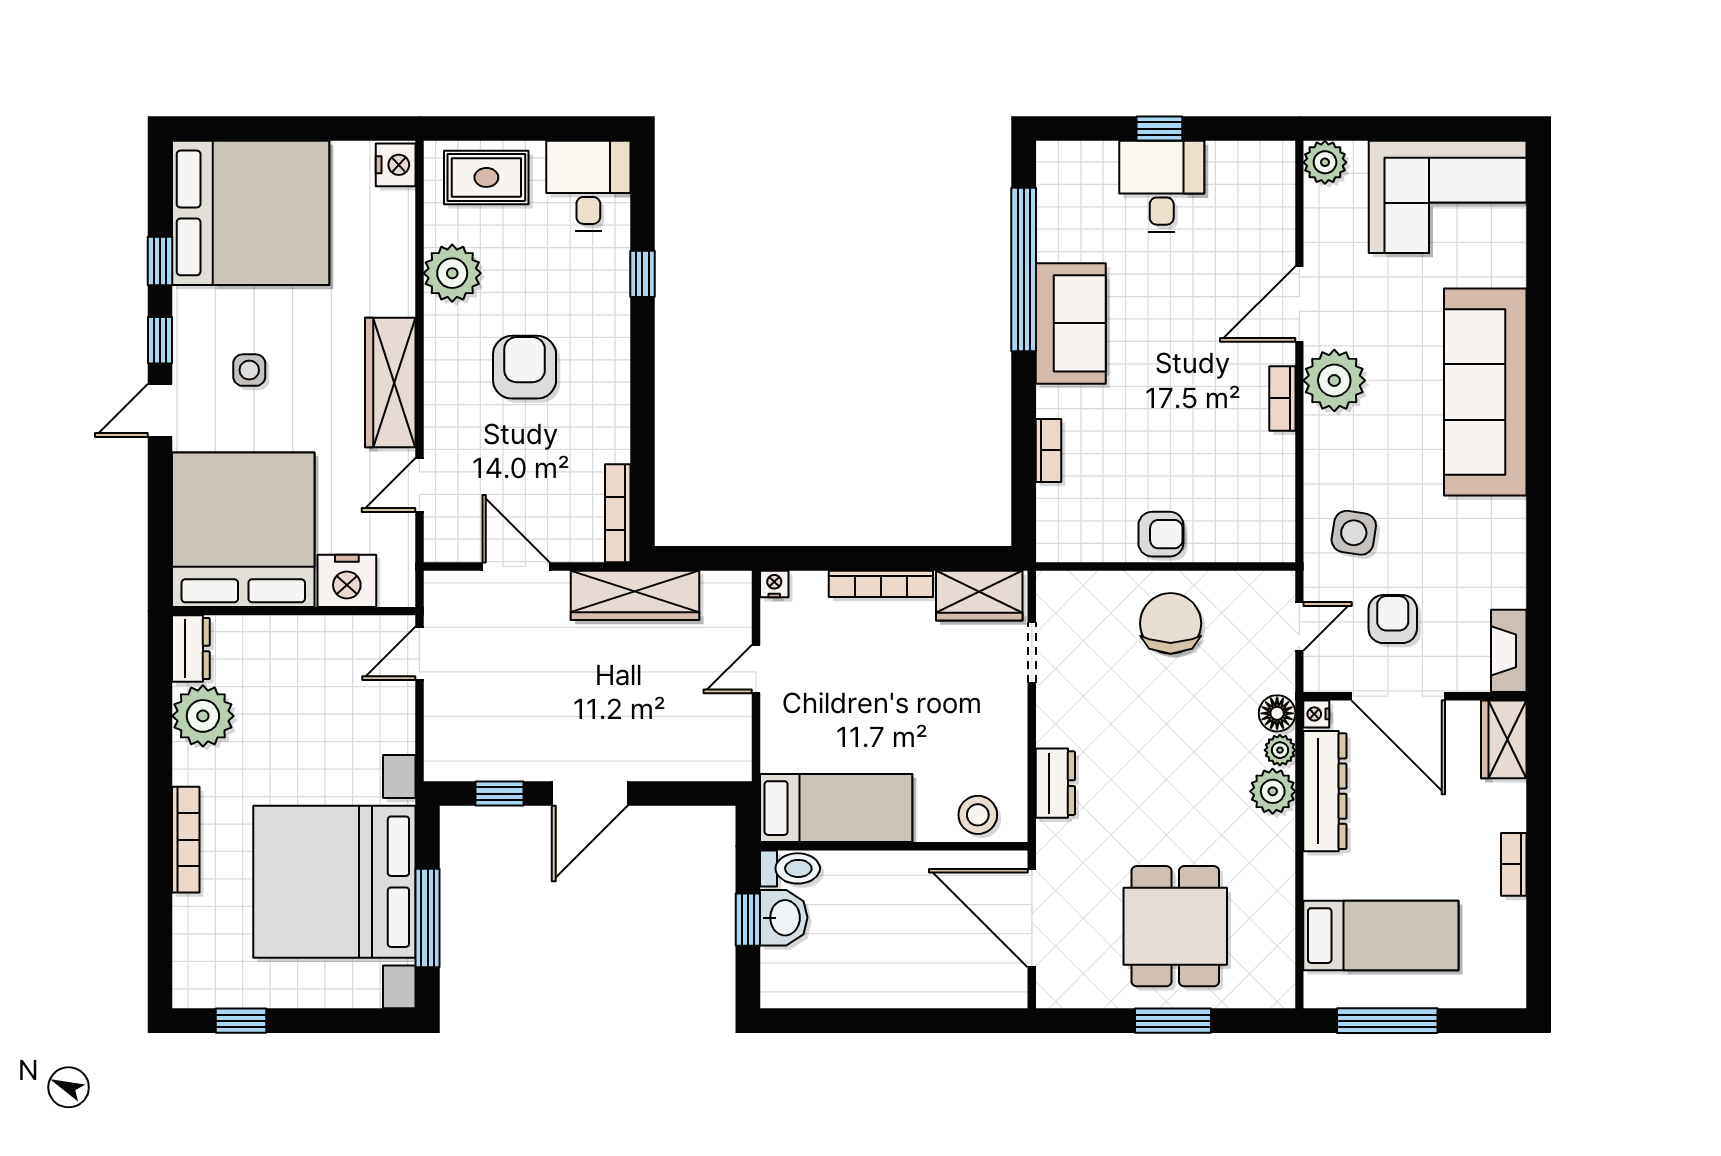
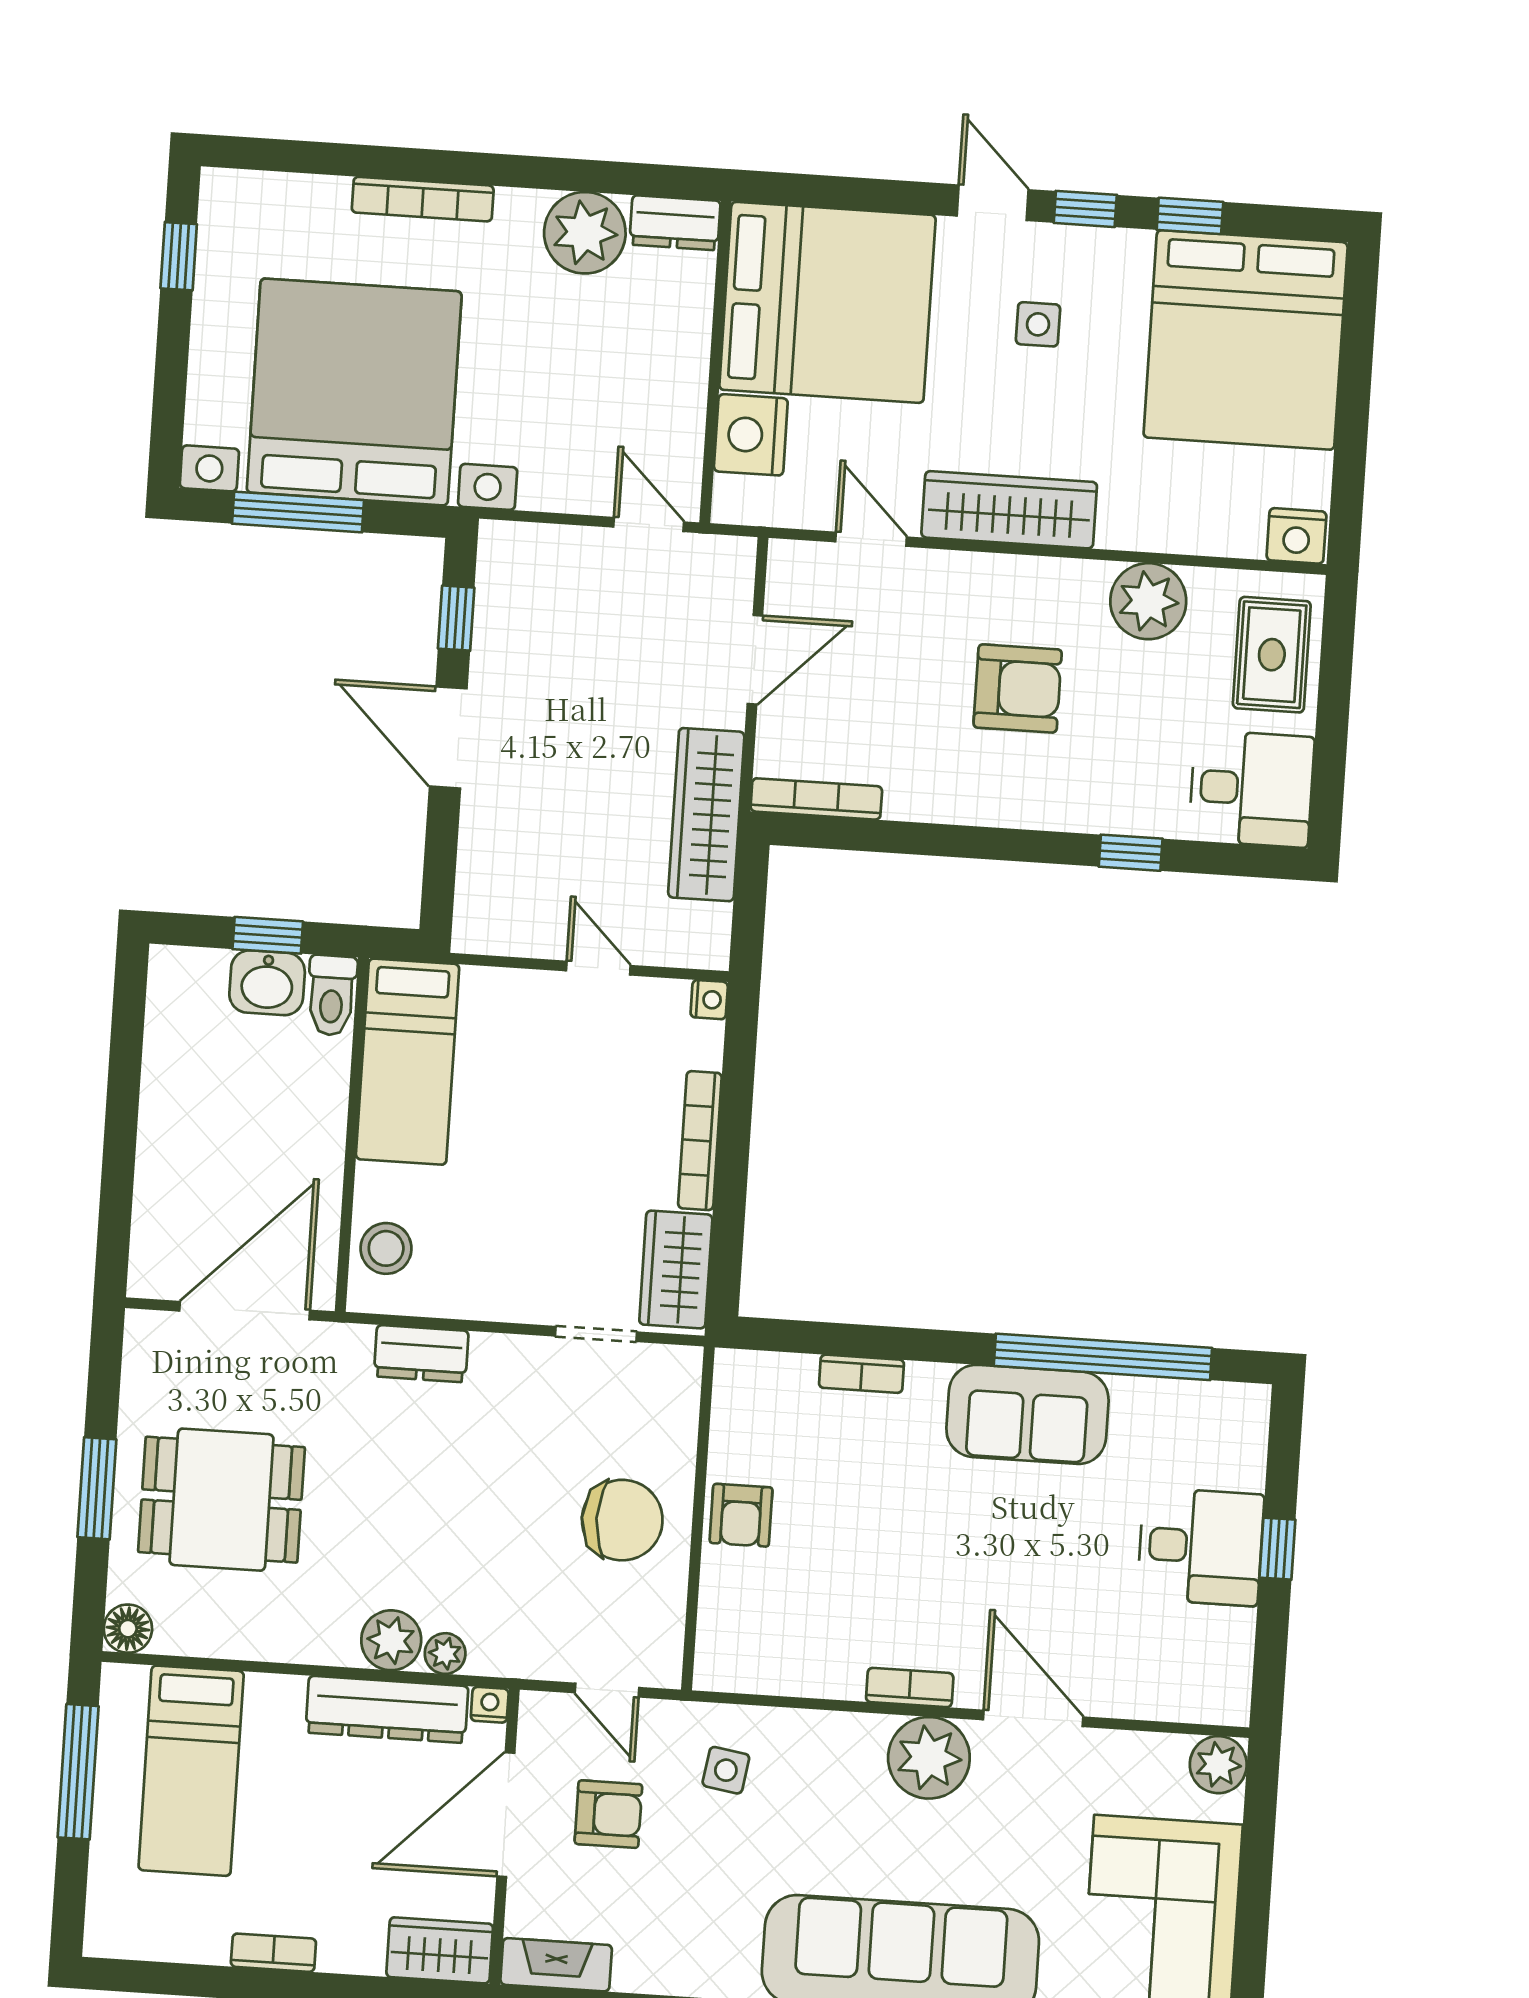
side table: (1354, 533) -> (726, 1770), width x0.73, depth x0.73
floor lamp: (1277, 713) -> (128, 1629), moved

